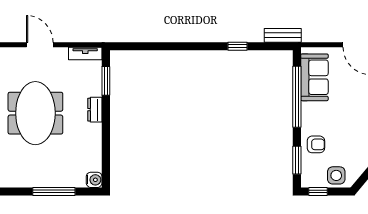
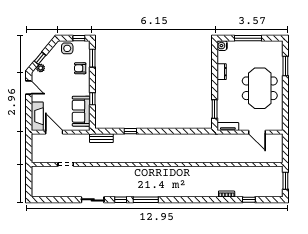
window: (297, 97) -> (92, 99), width x0.32
dresser: (95, 110) -> (222, 72), moved

